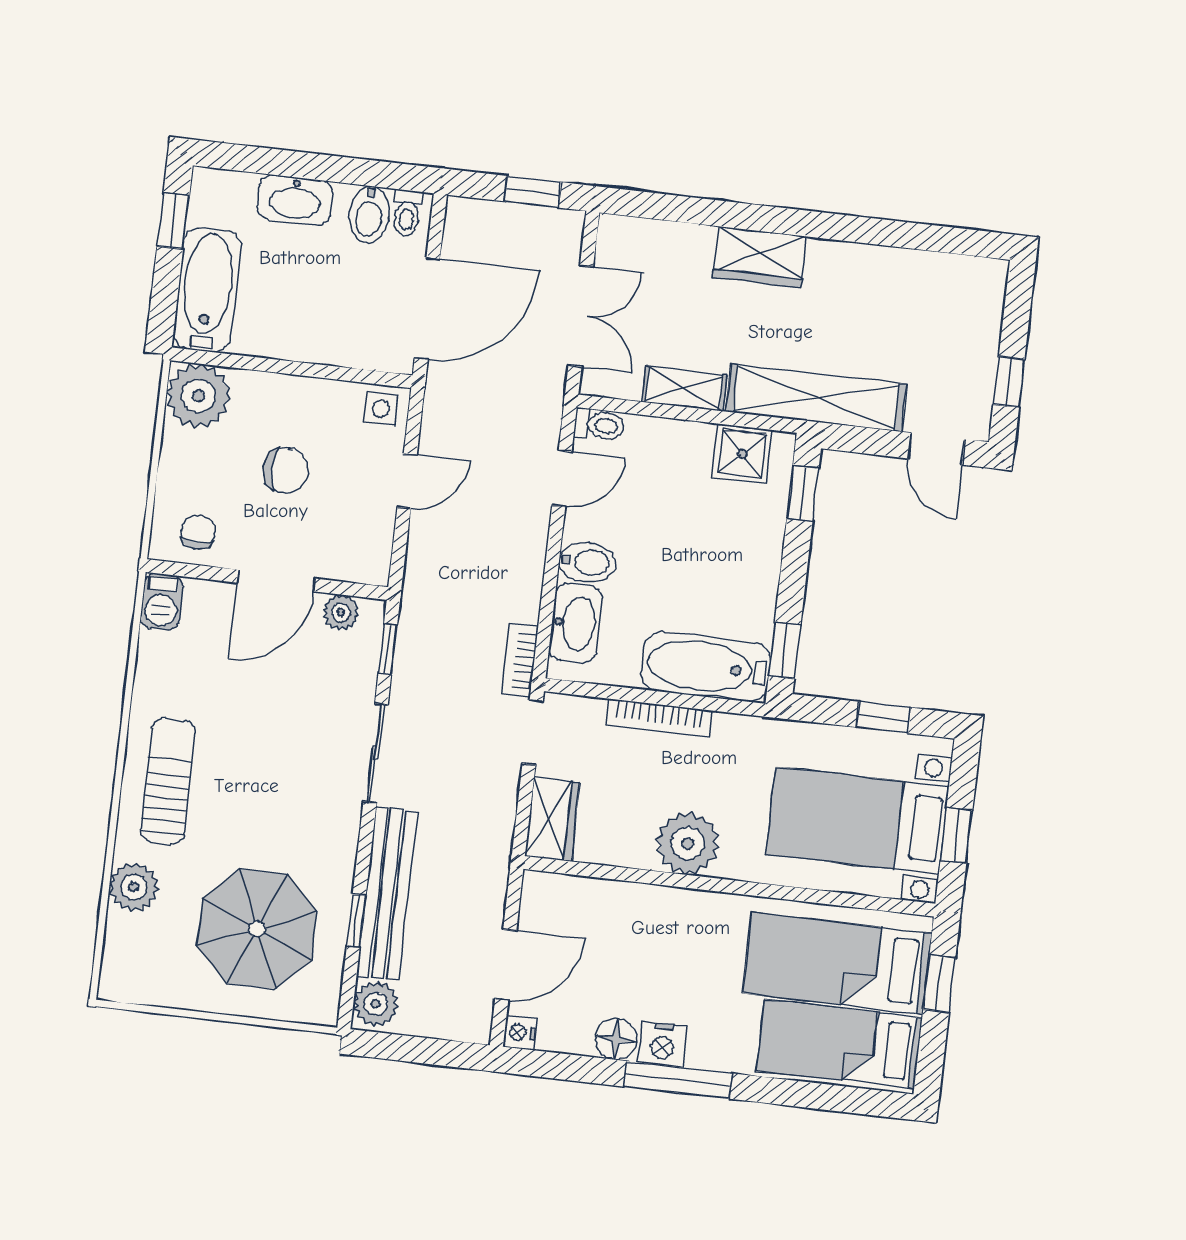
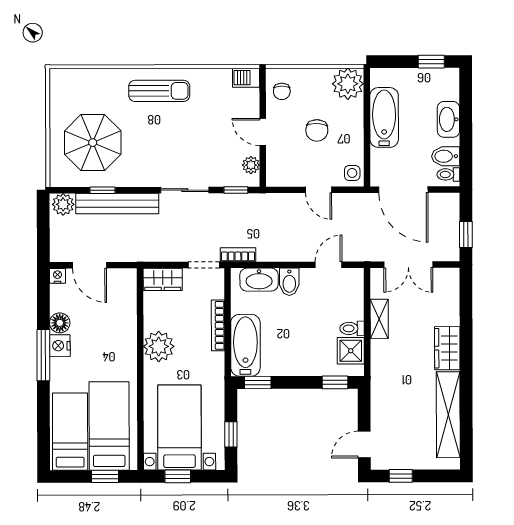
bathtub: (207, 290) -> (384, 117), moved, turned -90
shelving: (816, 398) -> (448, 415), moved
toilet: (599, 425) -> (352, 328), moved, turned 90
door: (562, 478) -> (329, 265), swing flipped
chair: (198, 532) -> (282, 91), turned 90
door: (276, 581) -> (263, 132), width x0.73
plant: (134, 887) -> (106, 80), removed

